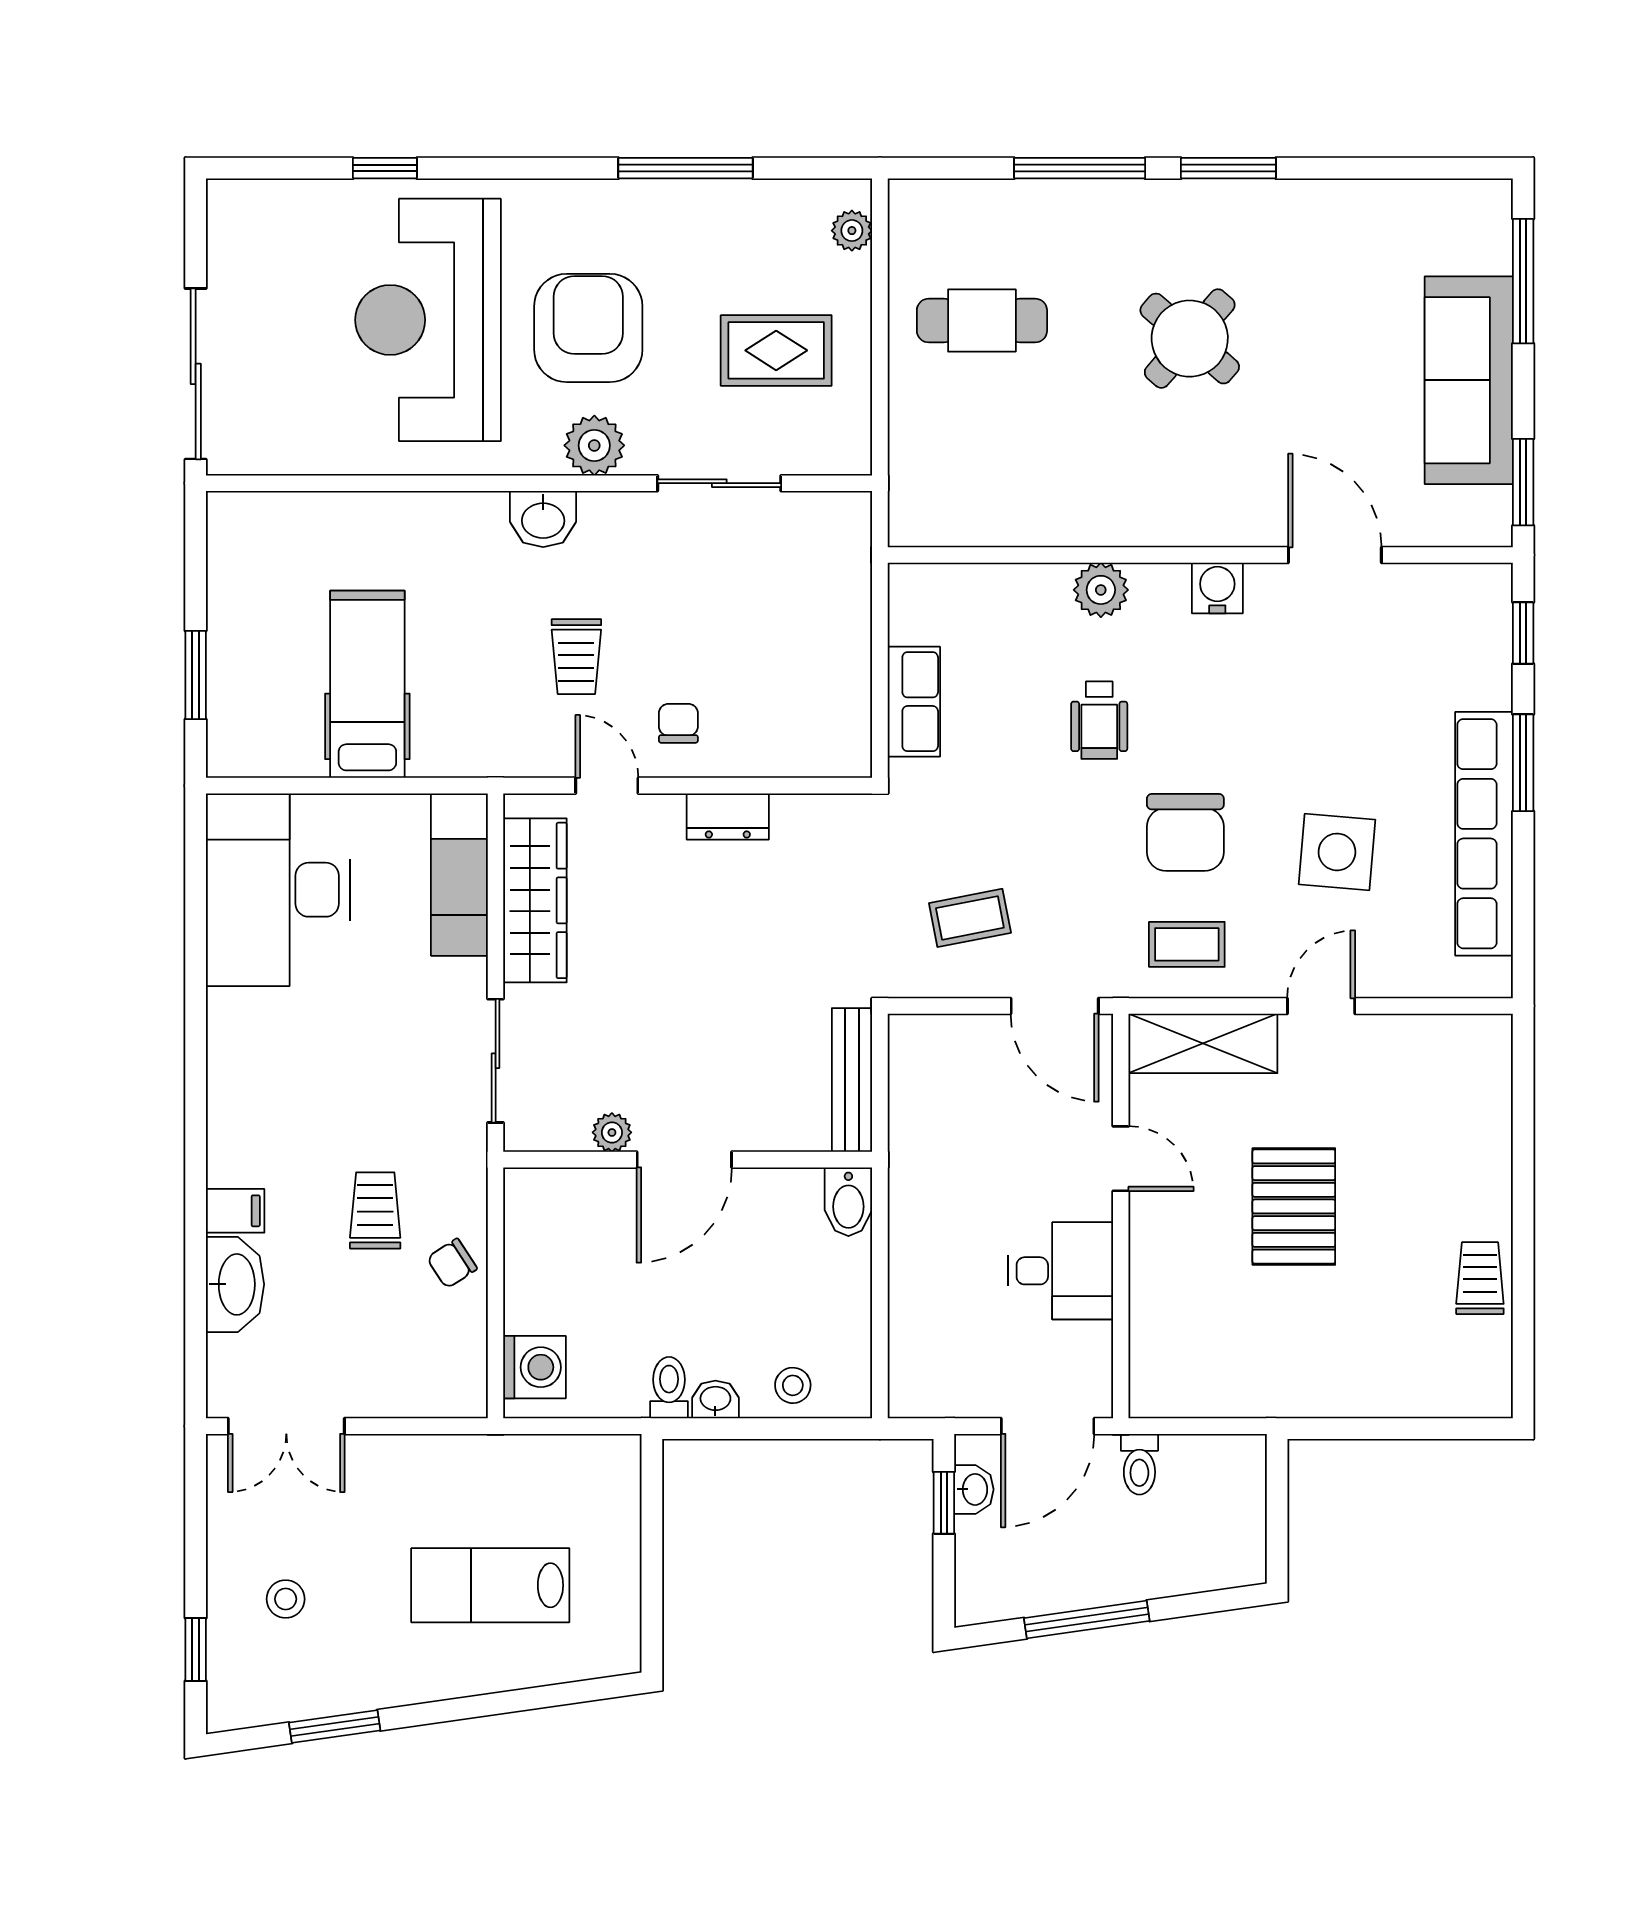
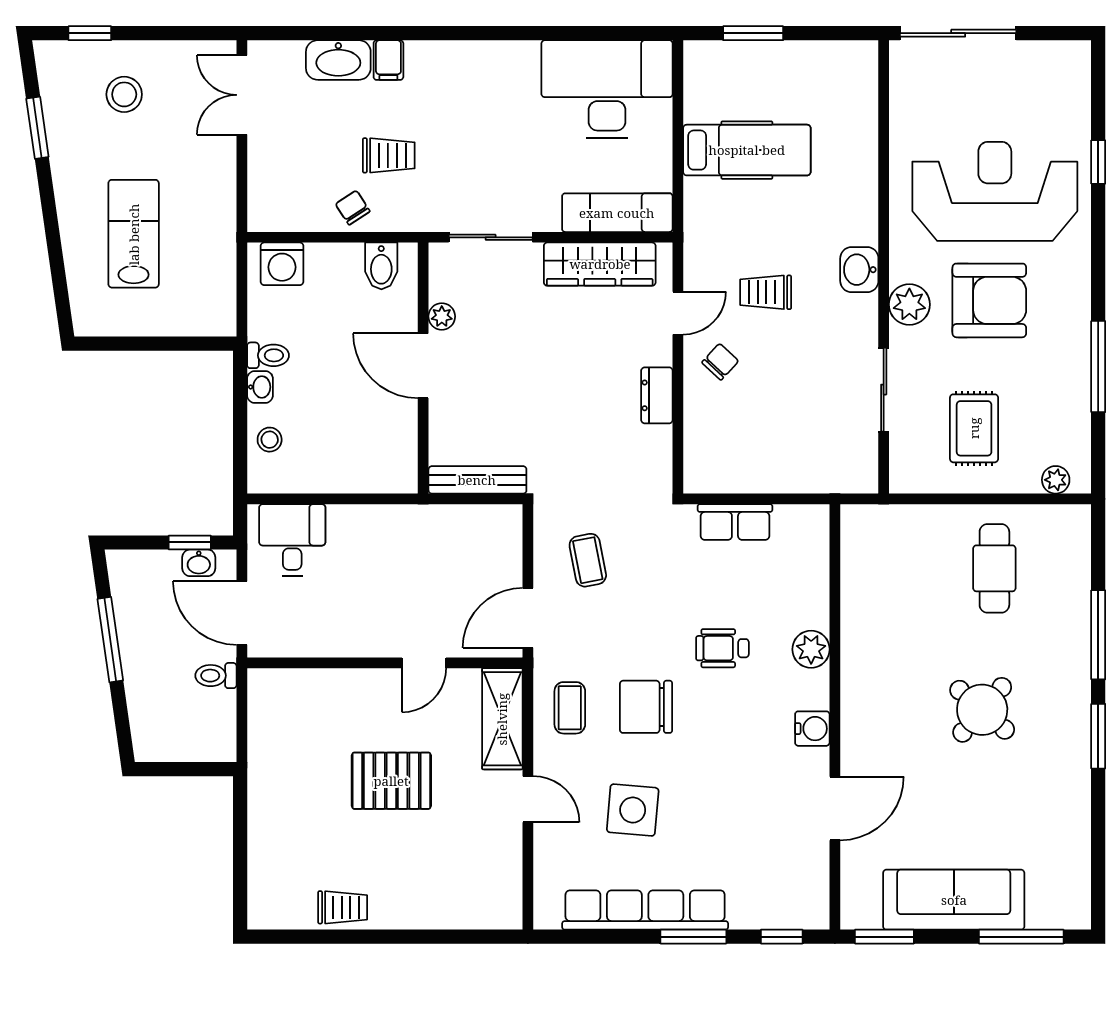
chair: (678, 723) -> (720, 362), turned -47
bidet: (848, 1202) -> (381, 266), moved, turned -90
desk: (1061, 1271) -> (292, 540), moved, turned 180
stool: (286, 1599) -> (124, 94), width x1.37, depth x1.37

